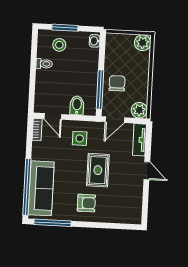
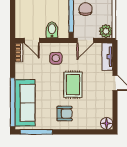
floor lamp: (135, 217) -> (107, 123), added

